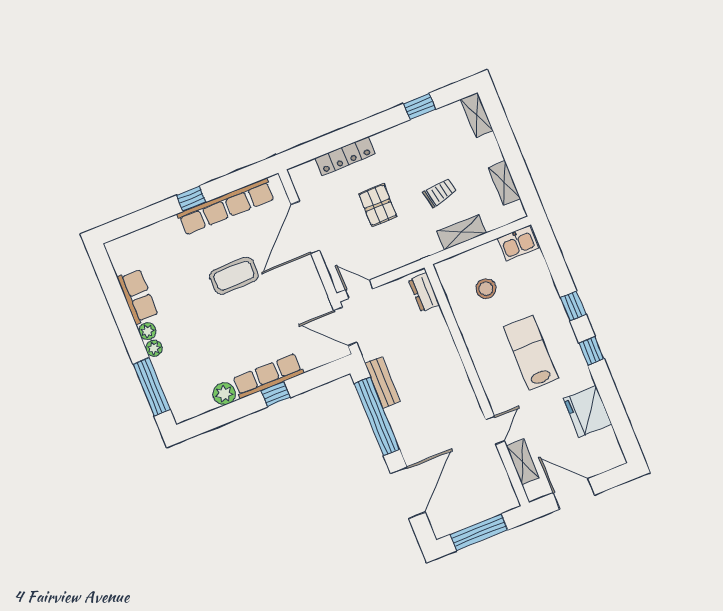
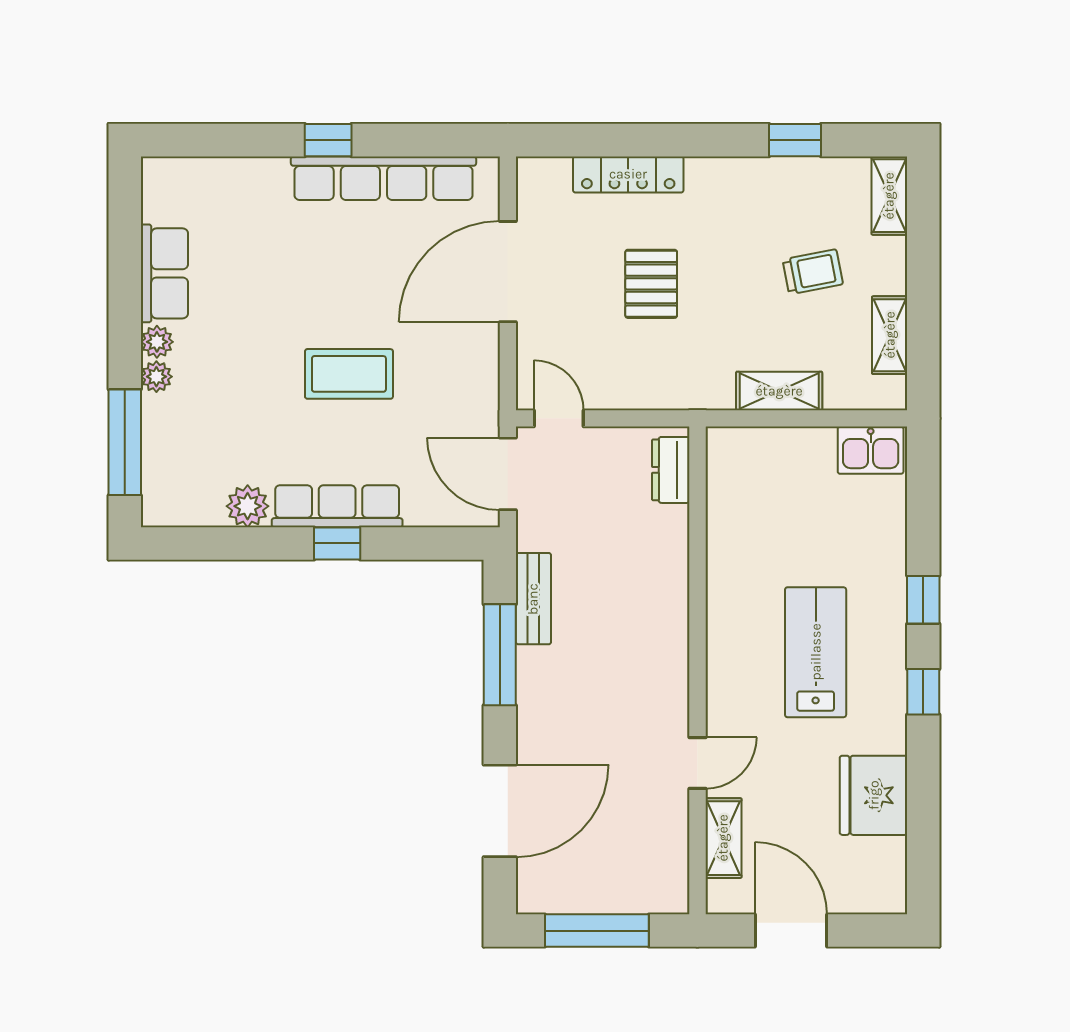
trolley: (440, 192) -> (813, 272), moved
coffee table: (234, 276) -> (349, 374), moved
stool: (486, 289) -> (782, 508), removed
window: (377, 416) -> (500, 655), width x0.68

